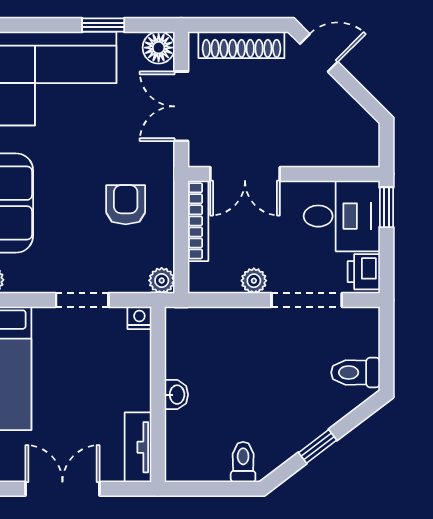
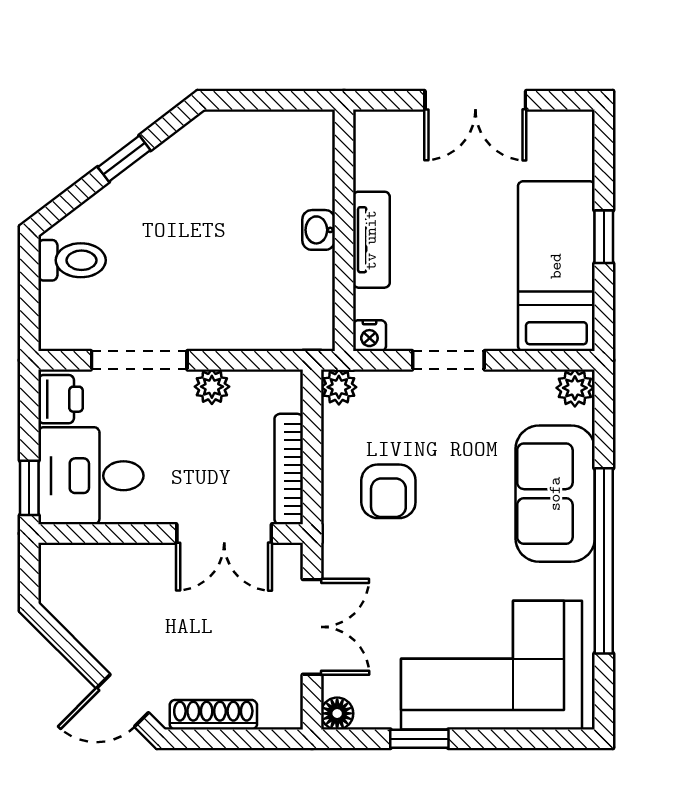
shoe rack: (241, 45) -> (213, 715), width x0.74, depth x0.81
floor lamp: (159, 48) -> (337, 713), width x0.73, depth x0.73
double door: (245, 174) -> (224, 533), swing flipped
tv unit: (138, 447) -> (371, 240), moved
toilet: (243, 462) -> (227, 137), removed

